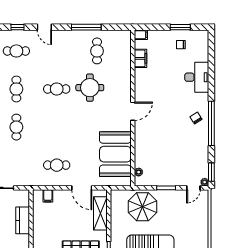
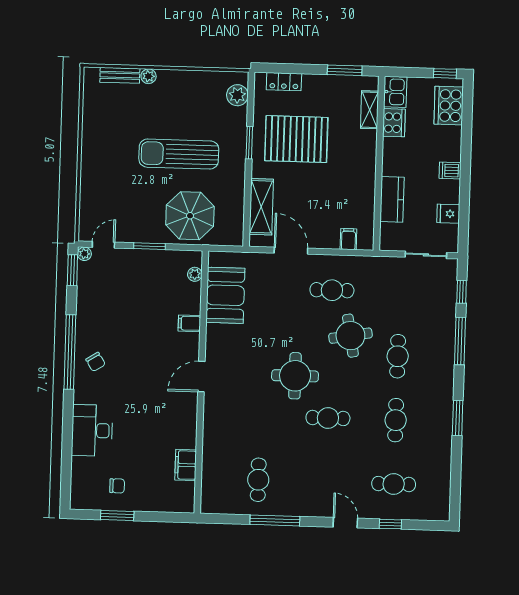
filing cabinet: (141, 35) -> (189, 323), moved
round table: (90, 88) -> (295, 376), moved
round table: (45, 138) -> (350, 336), added
booth: (115, 154) -> (225, 295), width x0.73, depth x0.70

